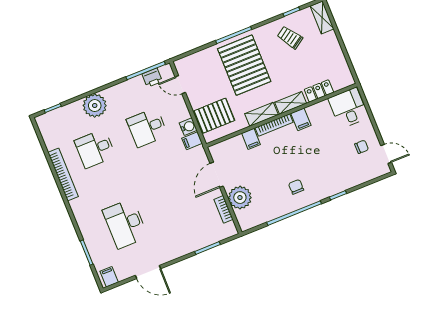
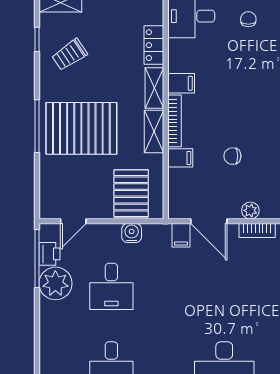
plant: (95, 106) -> (55, 283), moved
filing cabinet: (192, 141) -> (181, 235), moved
chair: (296, 187) -> (232, 156), moved
plant: (240, 198) -> (250, 210), width x0.53, depth x0.53

